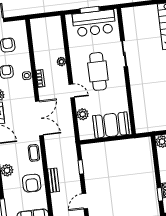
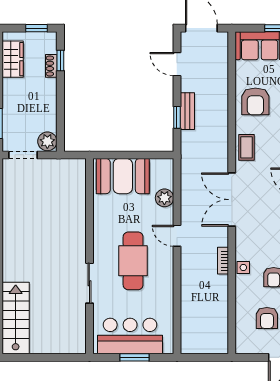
plant: (61, 62) -> (187, 283), removed
bench: (53, 180) -> (187, 111), moved
armchair: (32, 183) -> (255, 101), turned 180
door: (85, 201) -> (177, 64), swing flipped

